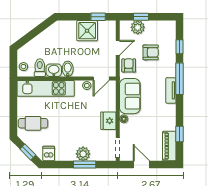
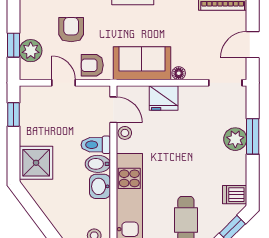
shower: (87, 31) -> (36, 163), moved
toilet: (40, 68) -> (96, 145), moved
fridge: (108, 121) -> (164, 98), moved

